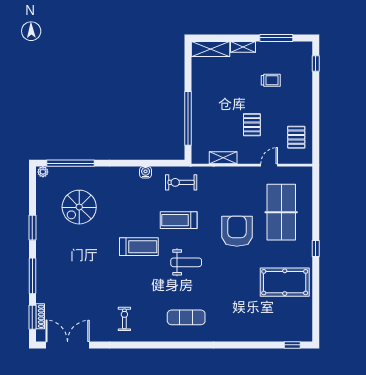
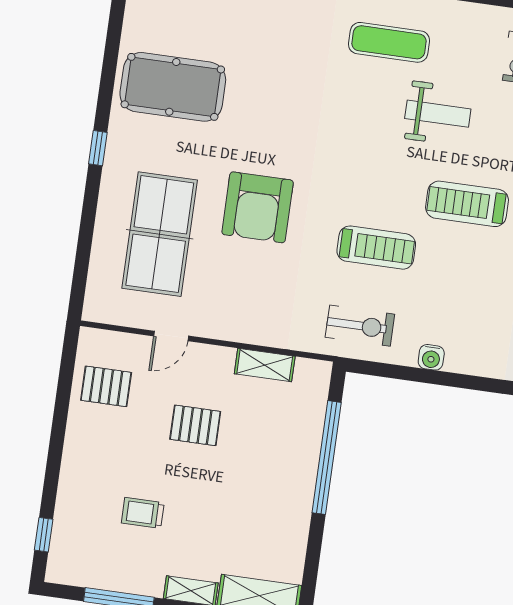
pallet: (252, 125) -> (195, 425), turned 90
pallet: (296, 137) -> (106, 386), turned 90
weight bench: (186, 262) -> (438, 114), moved, turned 180

